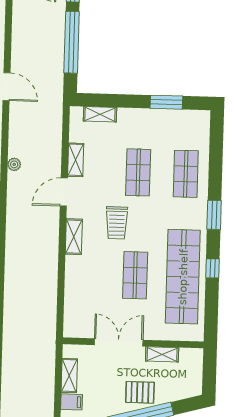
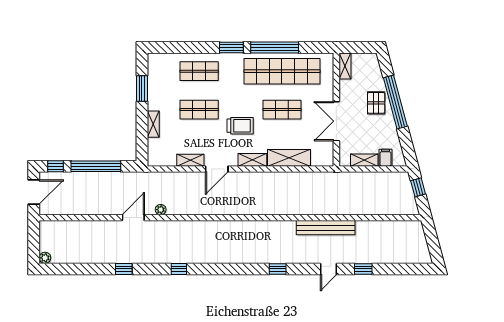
shelving: (100, 114) -> (153, 124), moved
plant: (14, 164) -> (161, 210), moved
door: (64, 192) -> (217, 169), hinge flipped
window: (212, 268) -> (275, 47), width x3.17
shelving: (75, 282) -> (289, 158), added
shelving: (162, 354) -> (345, 66), moved

